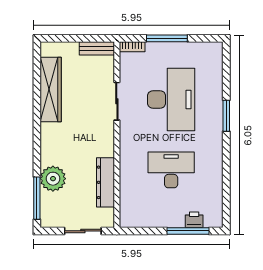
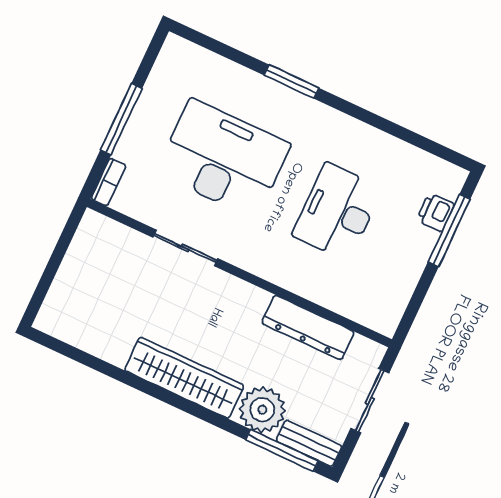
bench: (97, 48) -> (309, 443), moved, turned 90
wardrobe: (51, 89) -> (184, 378), moved

